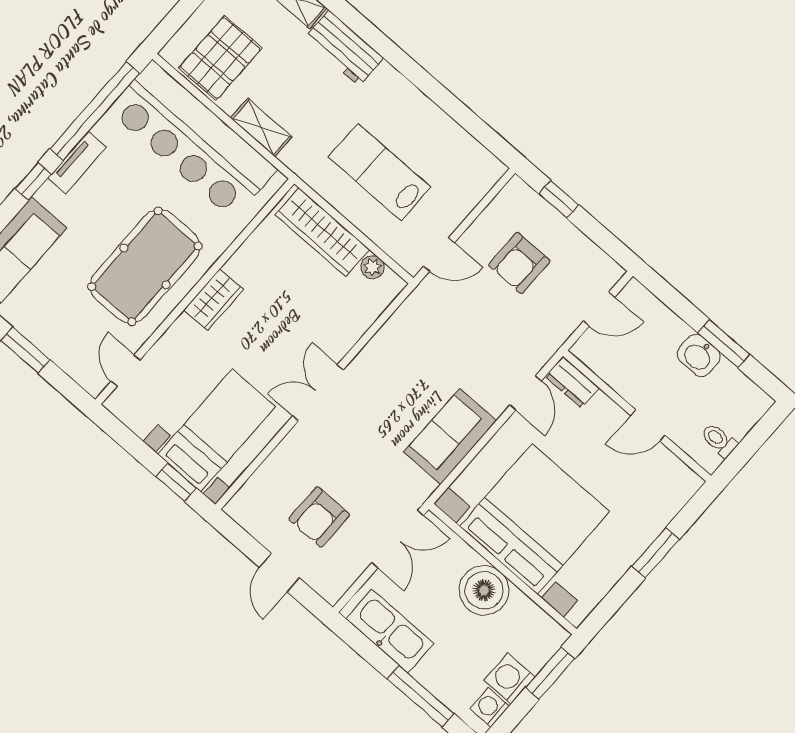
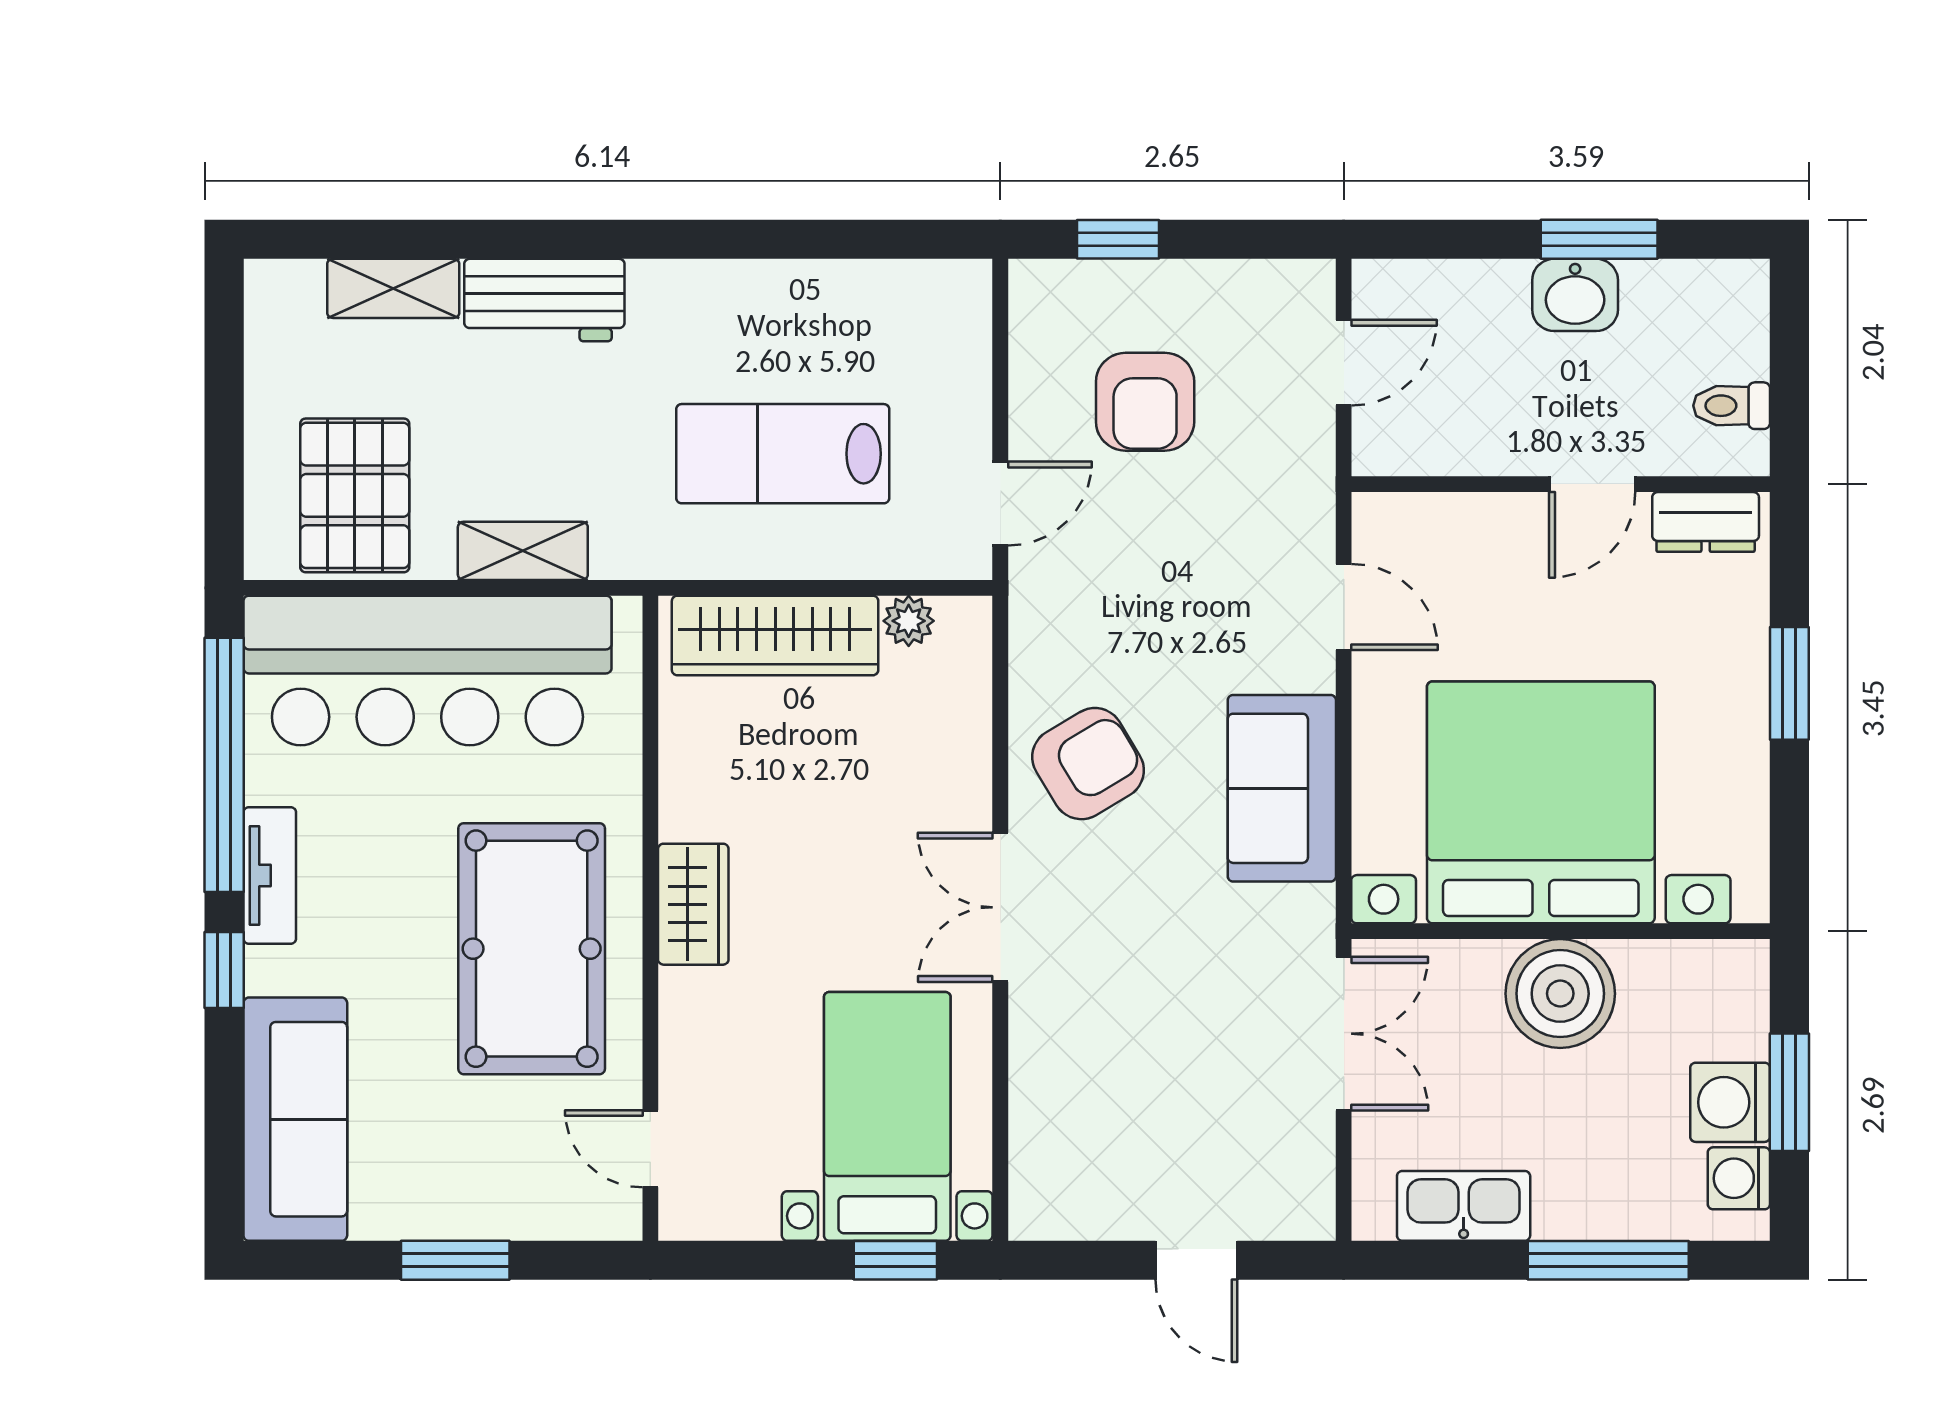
dresser: (572, 382) -> (1706, 522), moved
armchair: (319, 517) -> (1088, 764), moved, turned -121
kitchen sink: (390, 631) -> (1464, 1206), width x0.73, depth x0.81
window: (550, 673) -> (1789, 1092), moved

